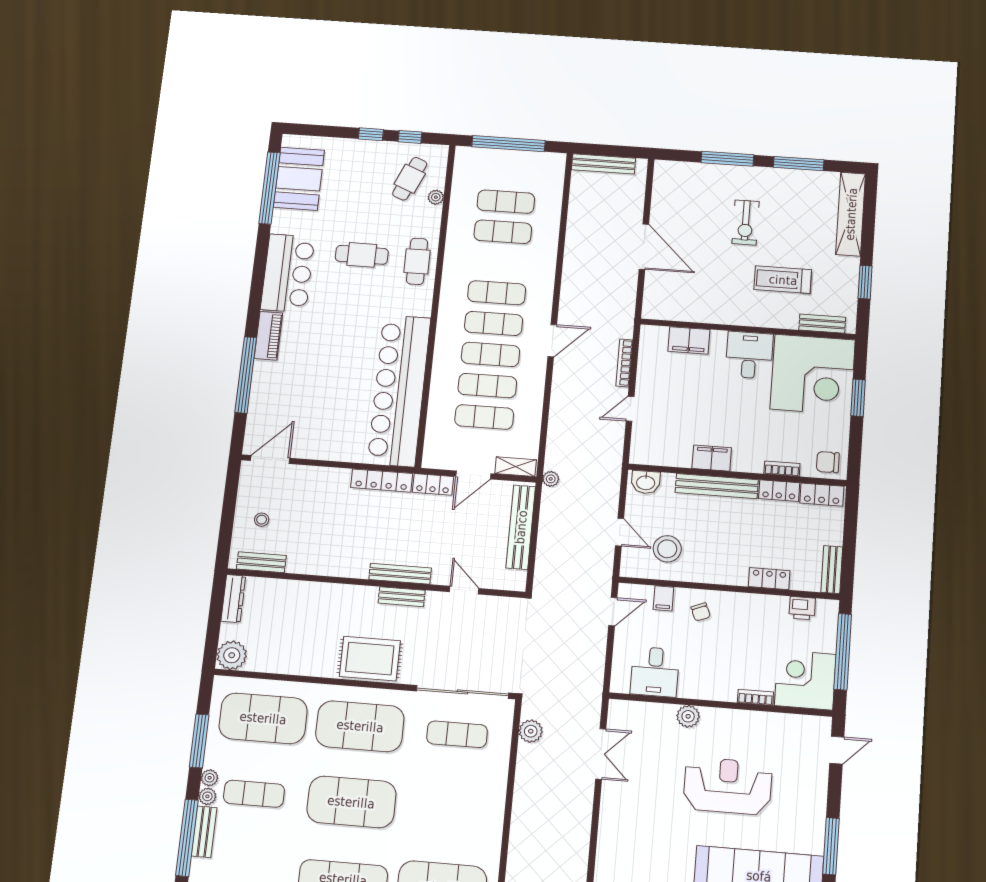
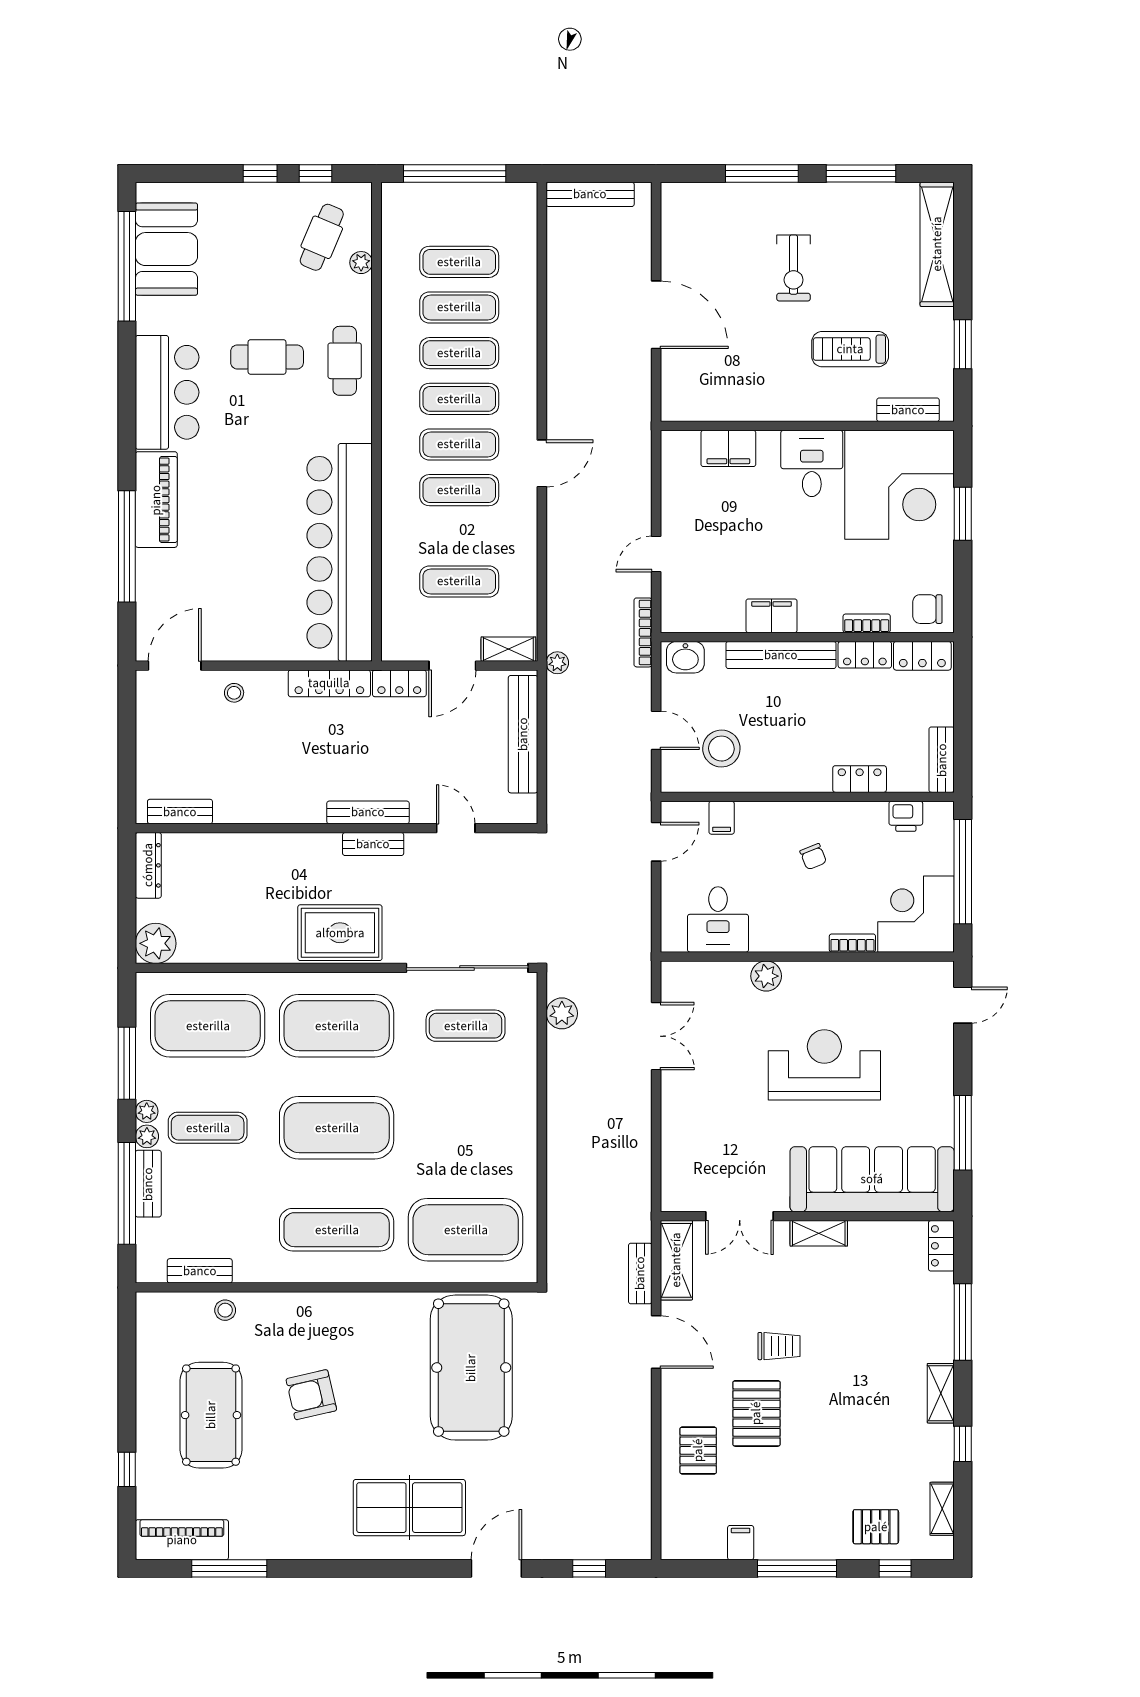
piano: (268, 336) -> (156, 500), width x1.37, depth x1.33
bookcase: (624, 363) -> (643, 632), moved
exercise mat: (487, 386) -> (459, 353), moved
stool: (262, 520) -> (234, 693), moved
chair: (701, 612) -> (813, 857), moved

